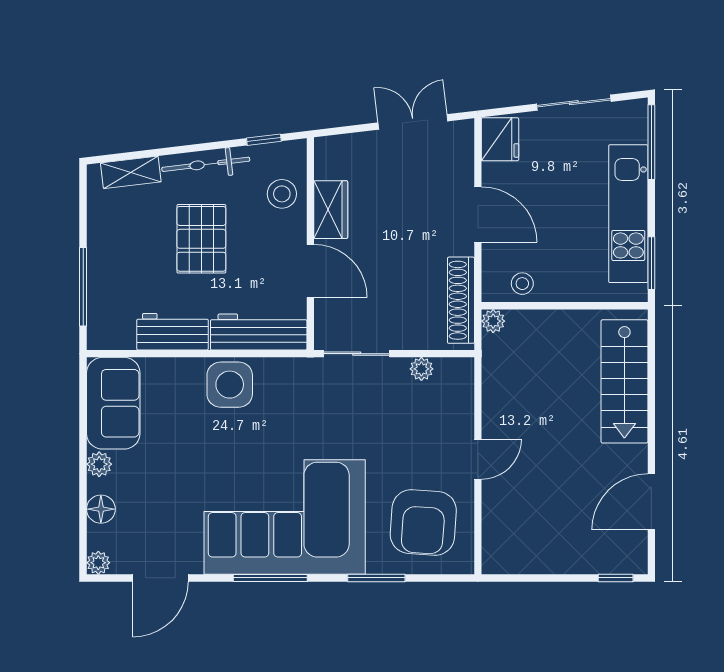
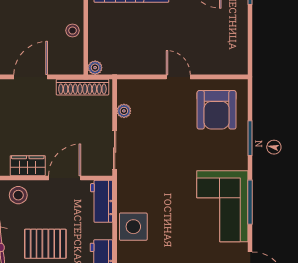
stool: (522, 284) -> (73, 31), moved
workbench: (259, 332) -> (102, 201), width x0.73
corner sofa: (285, 517) -> (222, 206), width x0.73, depth x0.74
armchair: (423, 522) -> (217, 110), turned 86

